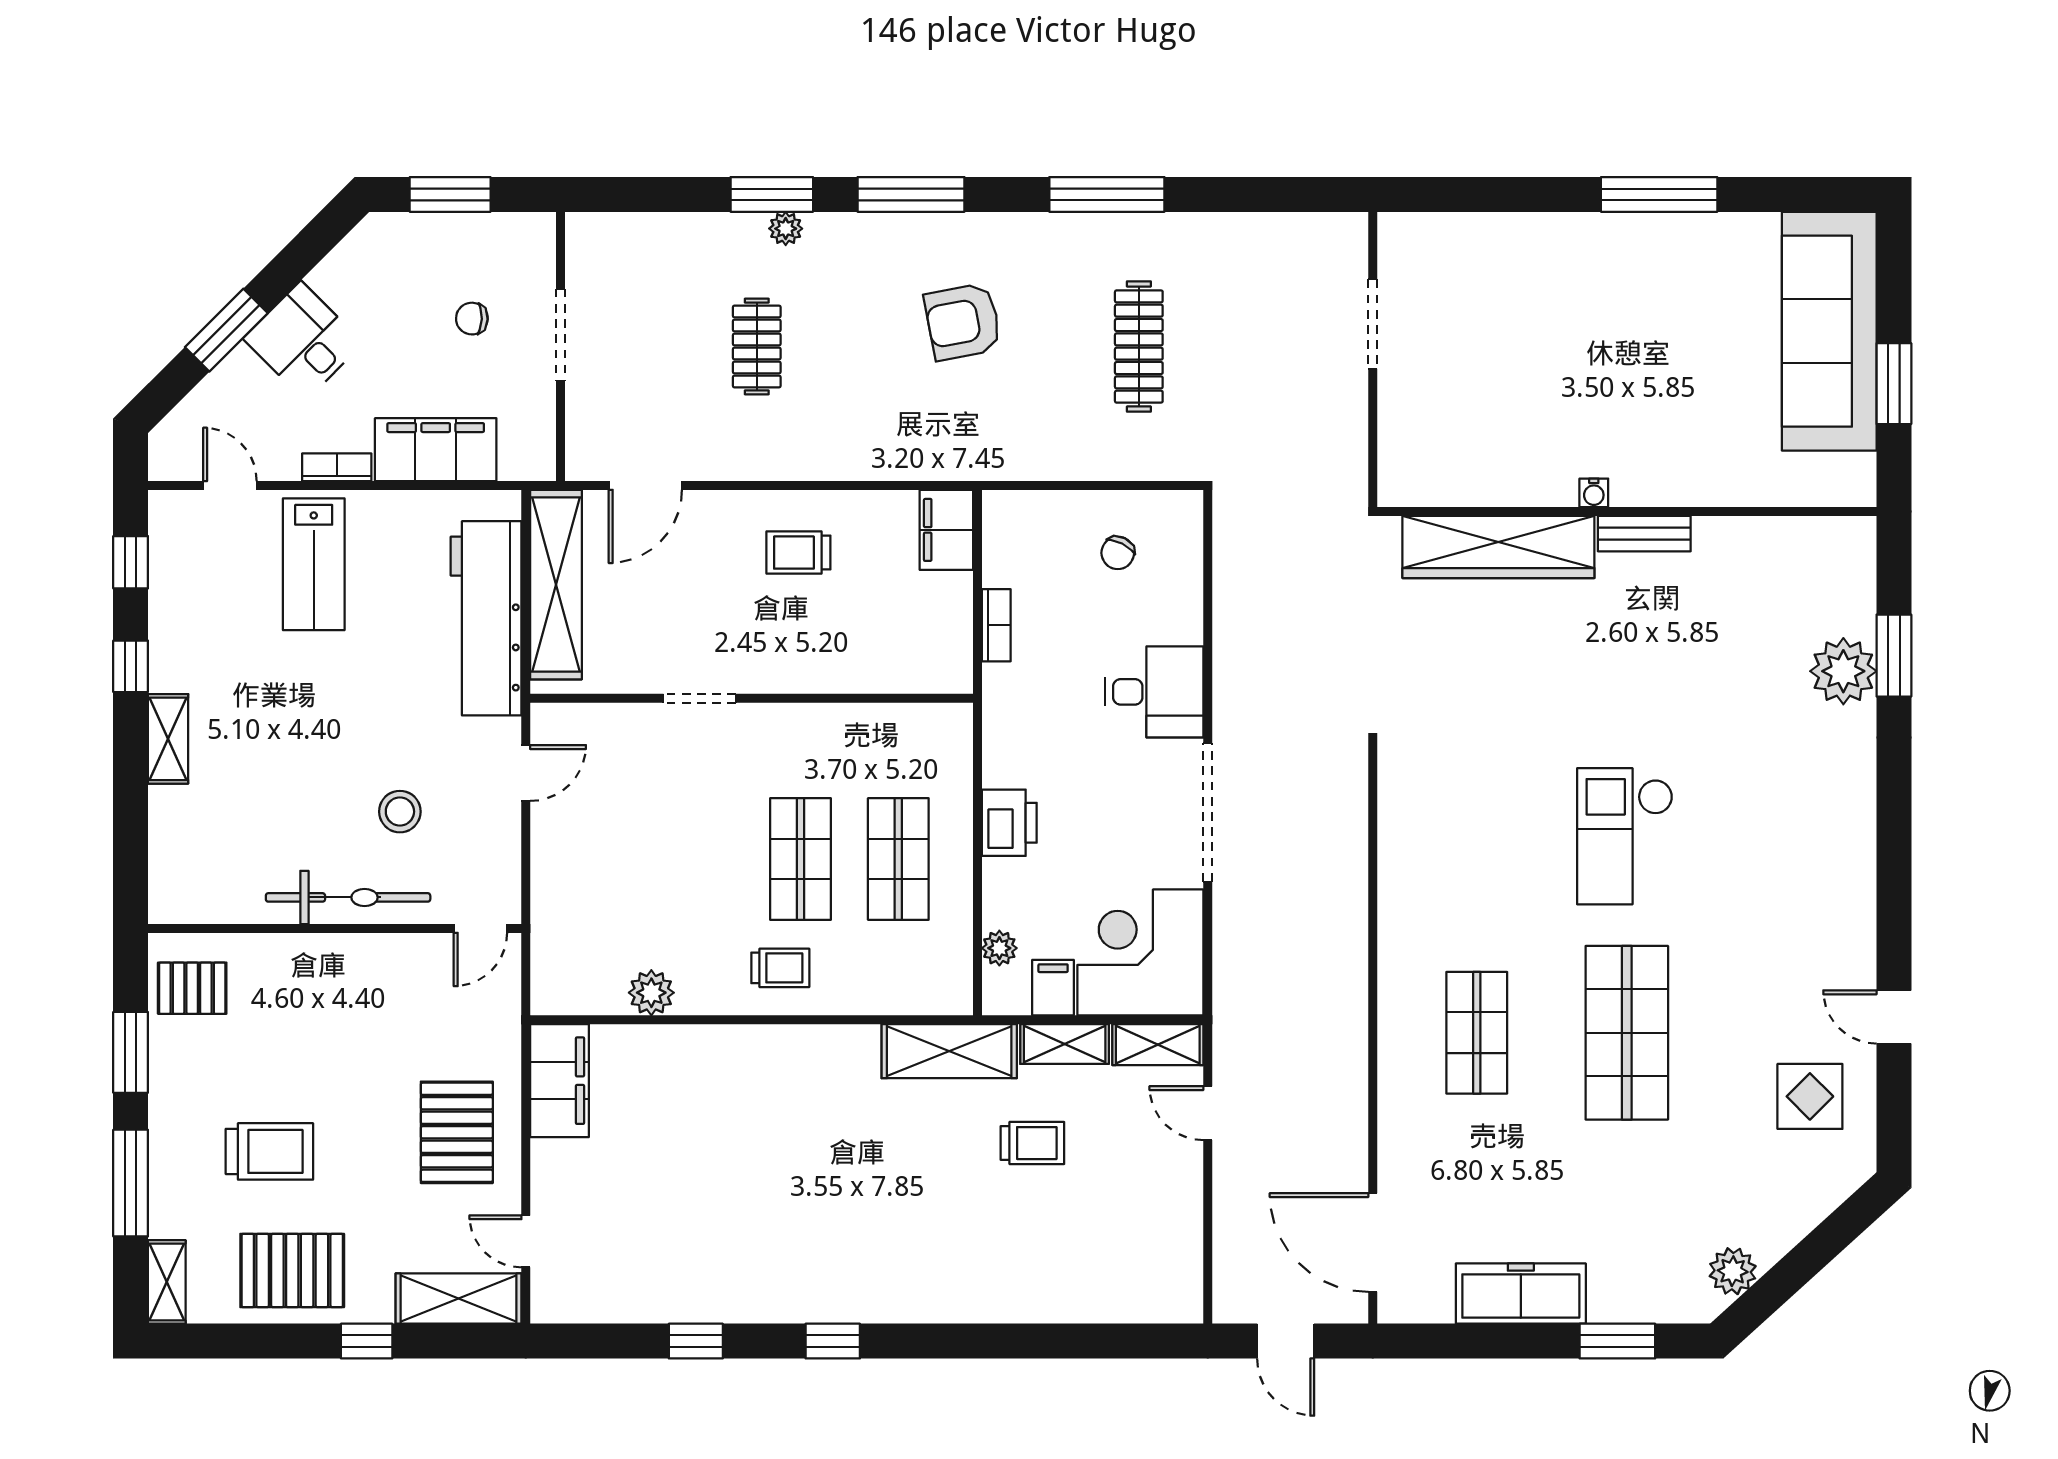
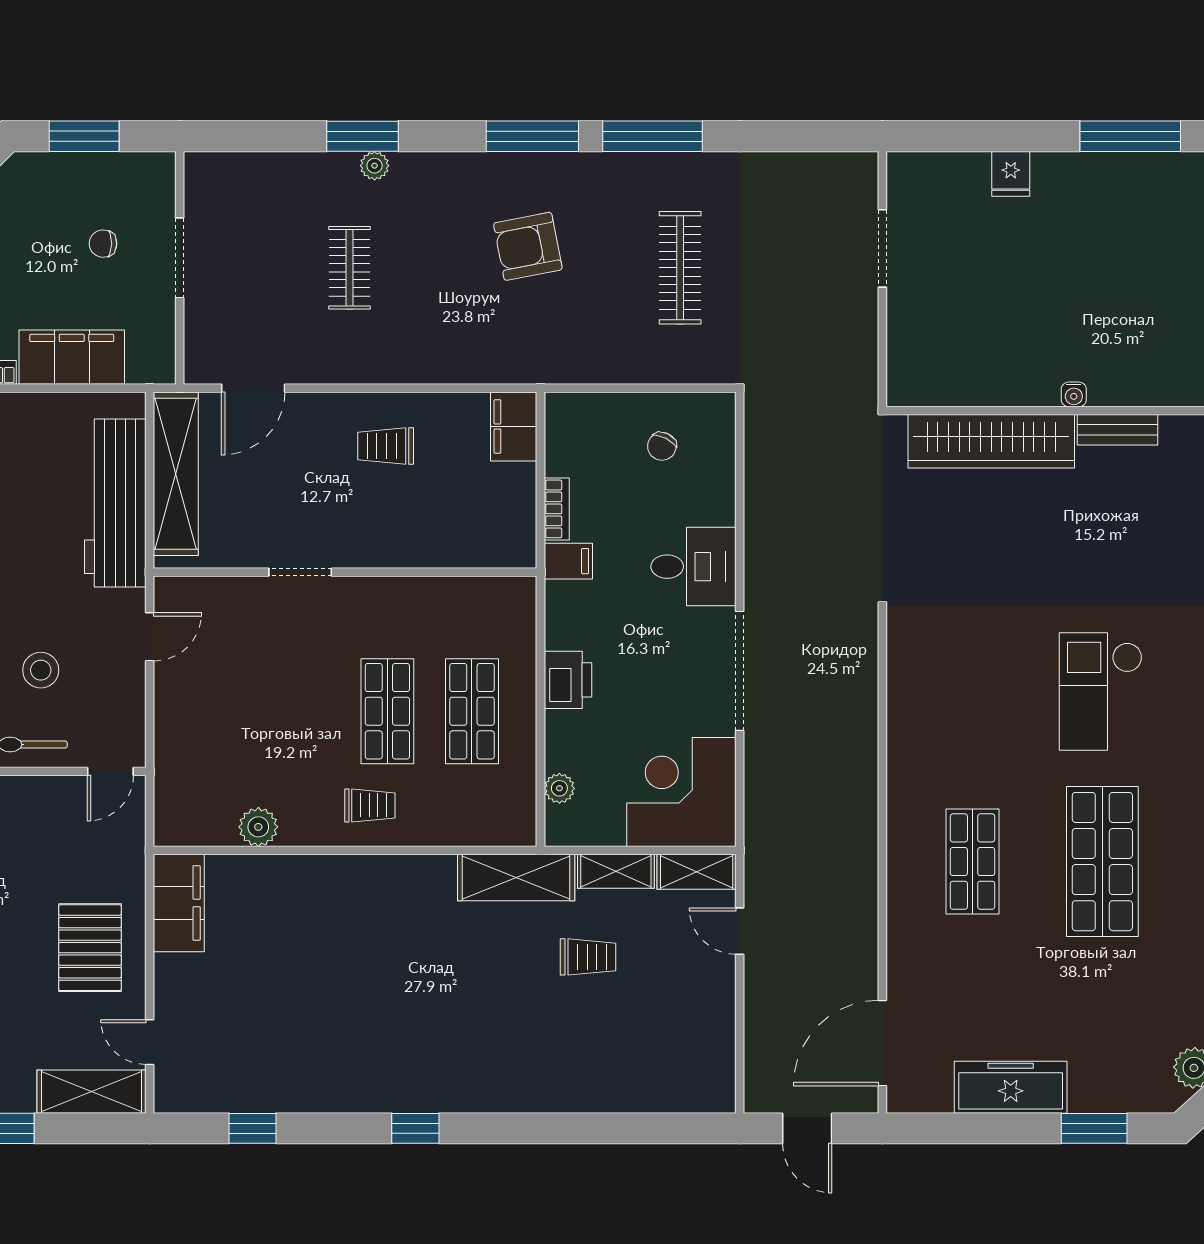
window: (911, 194) -> (532, 136), moved
fridge: (1521, 238) -> (1011, 174), added
filing cabinet: (1053, 988) -> (568, 561), moved, turned 90
door: (1373, 1243) -> (882, 1043), hinge flipped
window: (696, 1341) -> (252, 1128), moved

